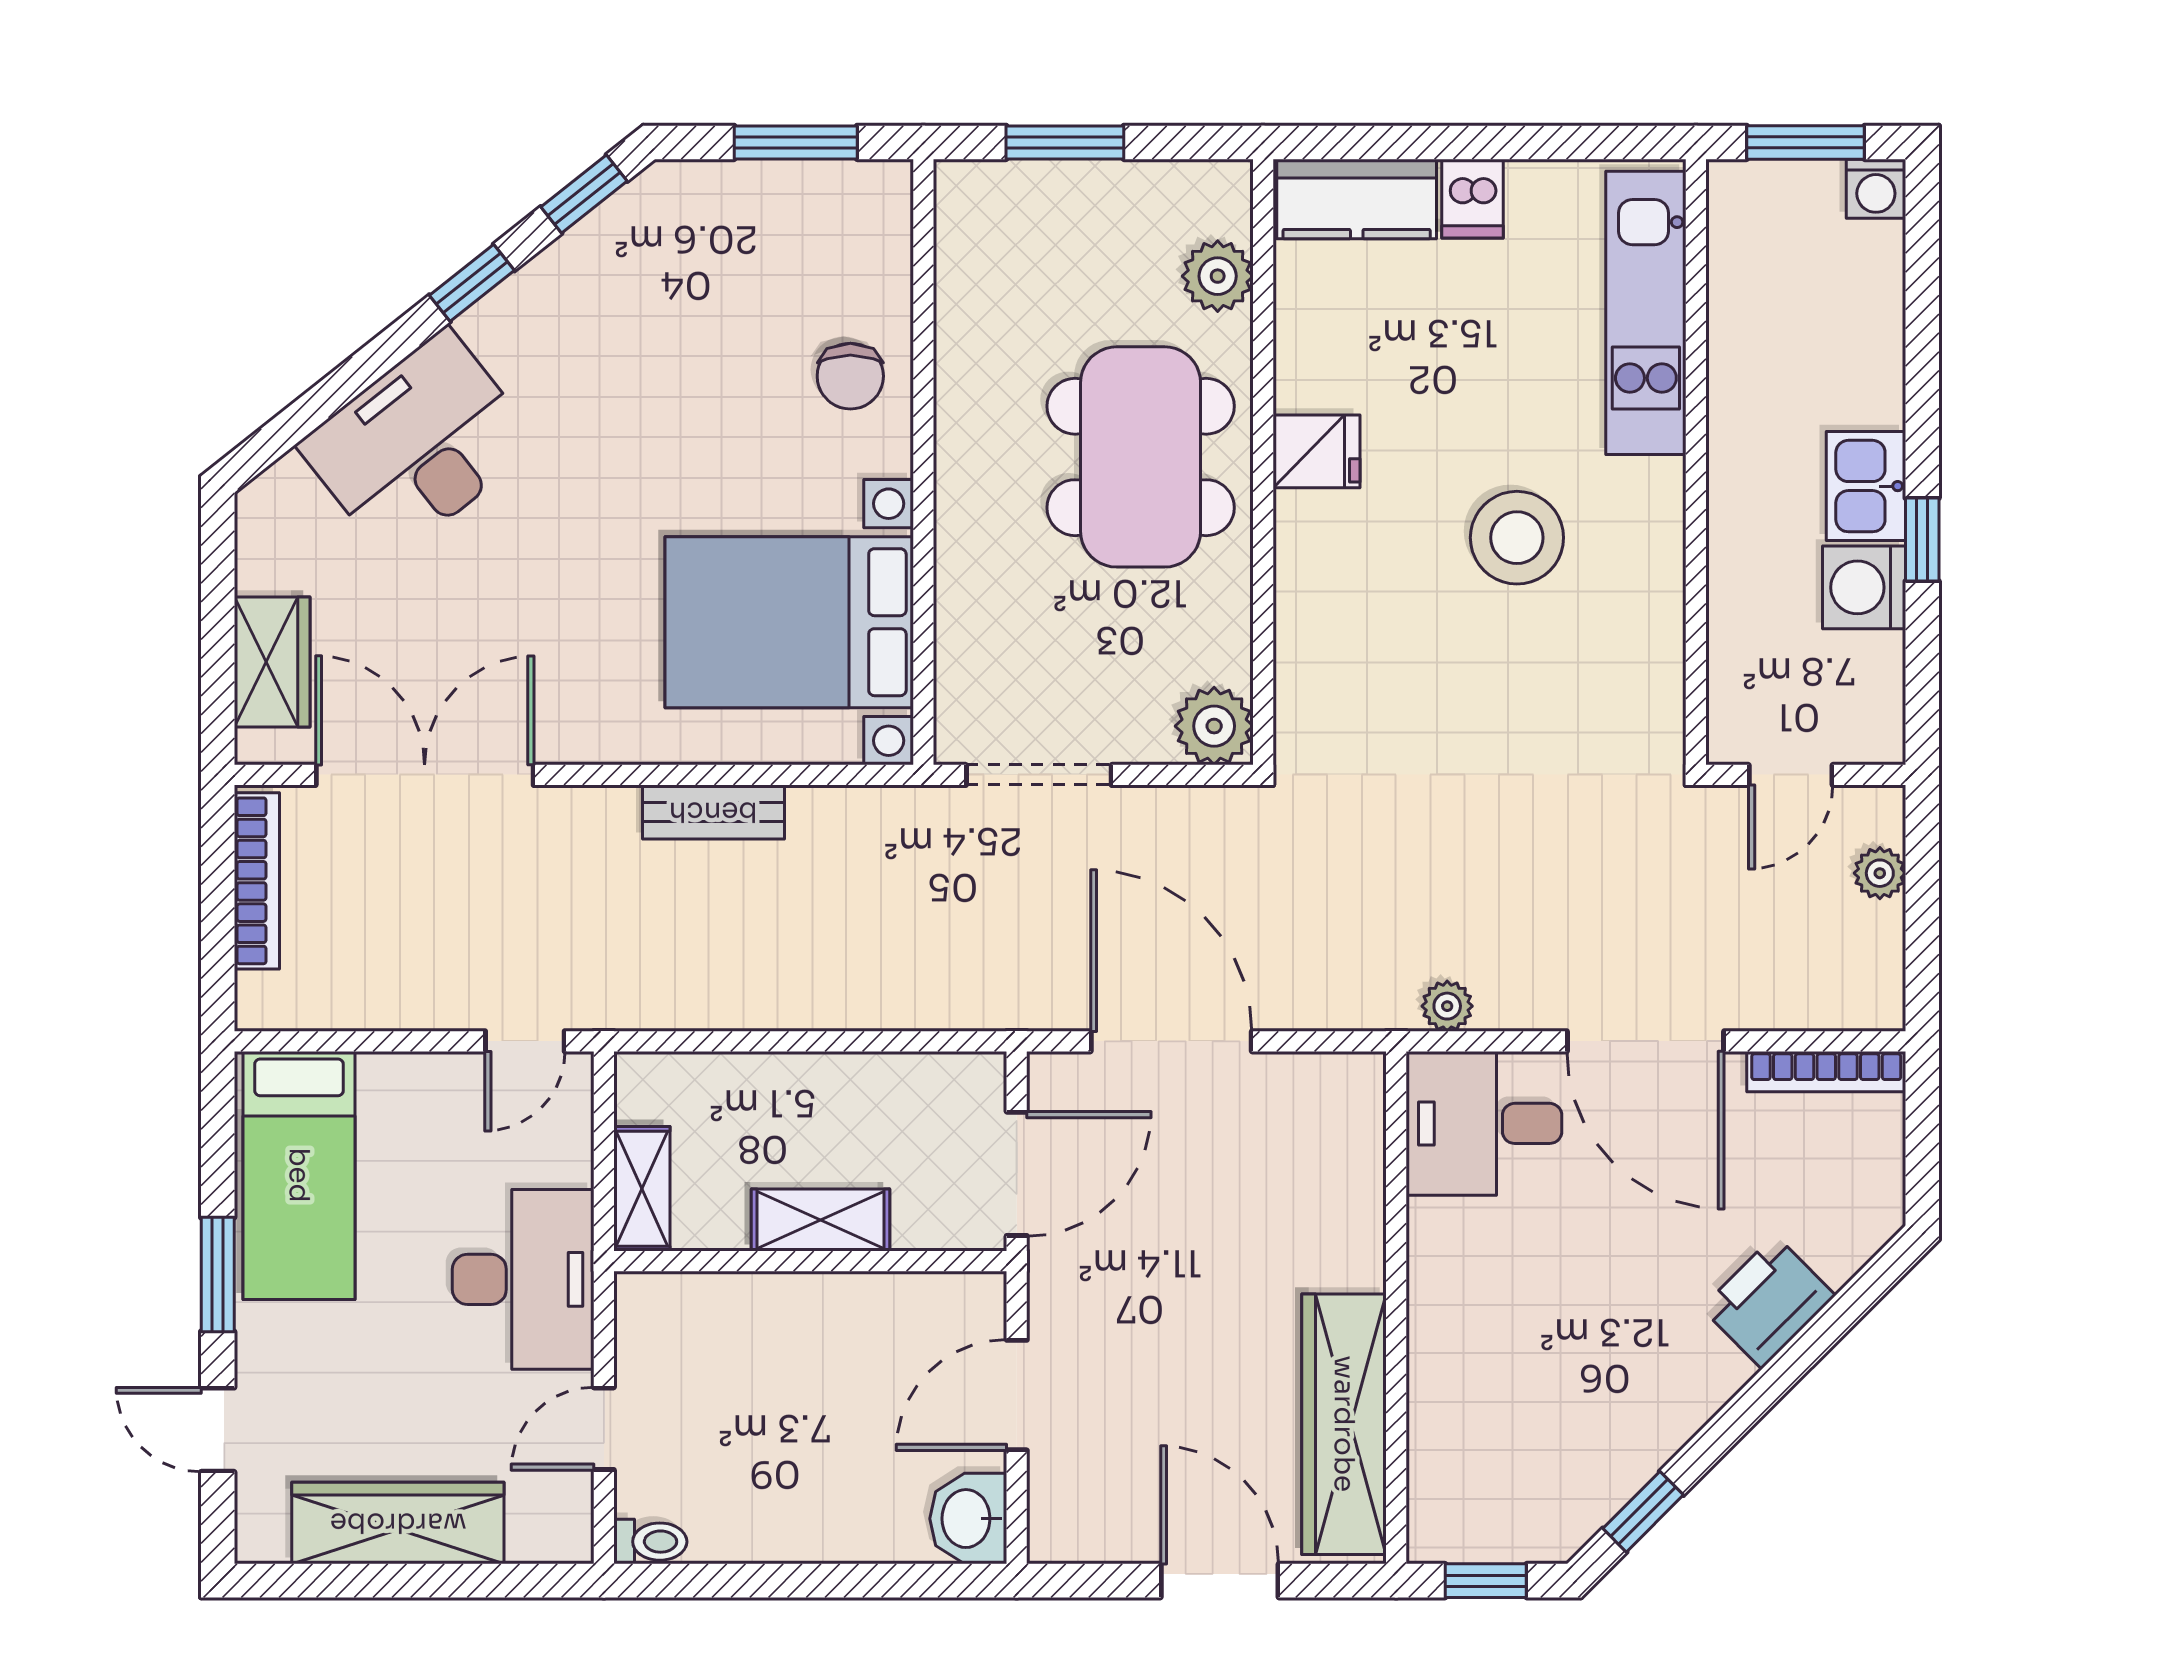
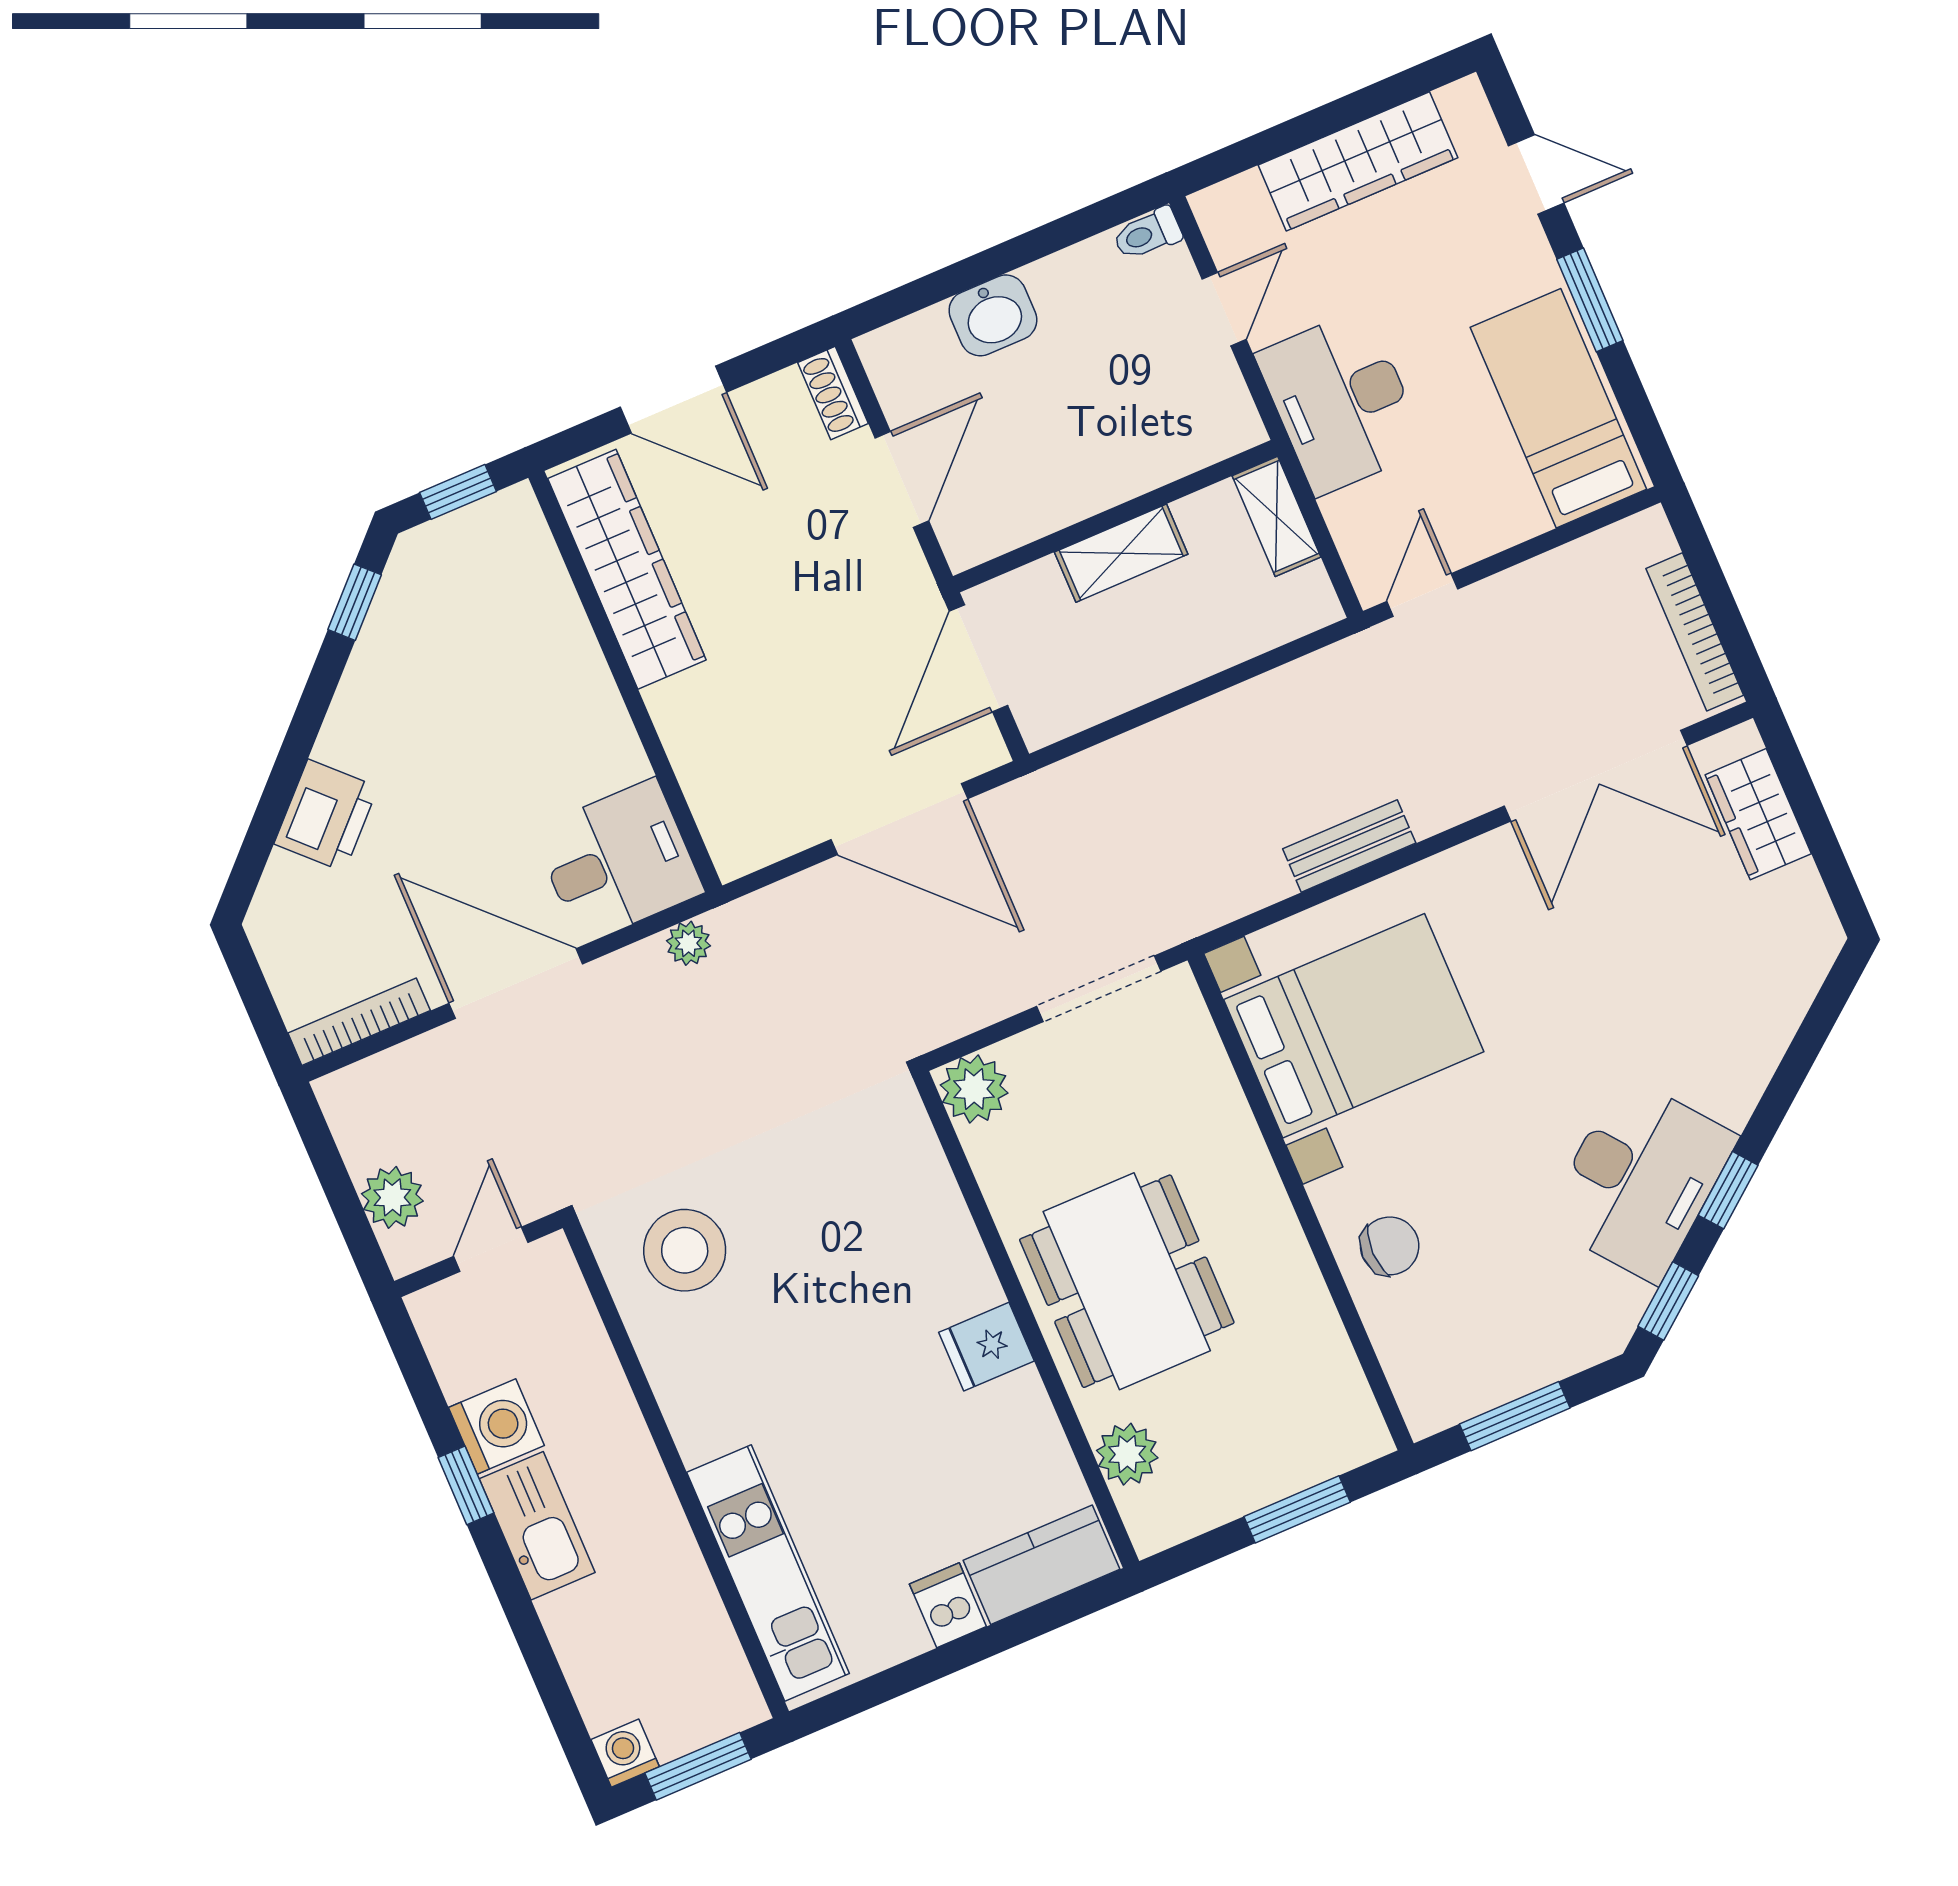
chair: (850, 376) -> (1390, 1246), turned 90
desk: (419, 445) -> (1640, 1179), moved
kitchen sink: (1866, 486) -> (537, 1526), width x1.38
stool: (1517, 538) -> (685, 1250), moved
plant: (1880, 873) -> (392, 1197), width x1.38, depth x1.38
shoe rack: (1050, 1516) -> (833, 393), added
washbasin: (968, 1519) -> (993, 315), moved, turned 90

